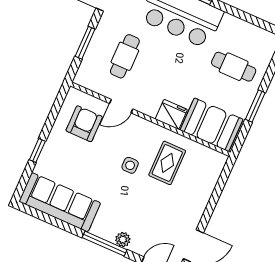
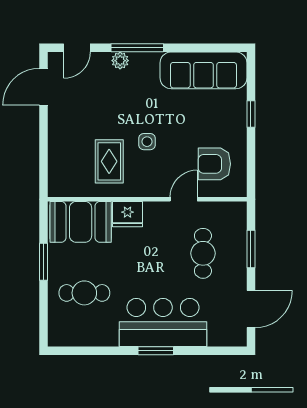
armchair: (84, 124) -> (214, 164), turned 90

